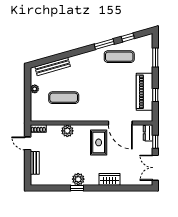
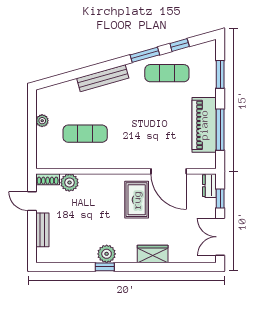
bench: (53, 67) -> (103, 78), moved
window: (155, 95) -> (220, 130), width x2.17
plant: (67, 131) -> (69, 183), moved

